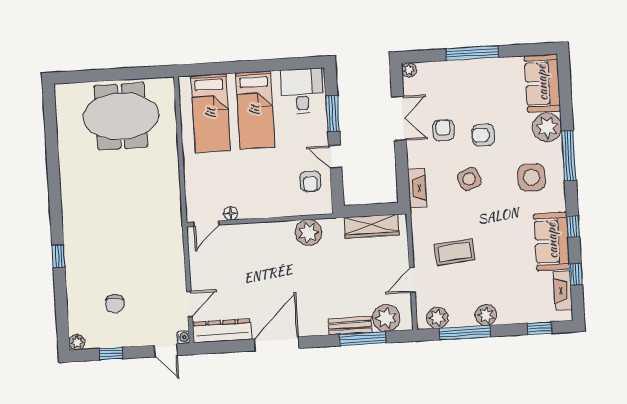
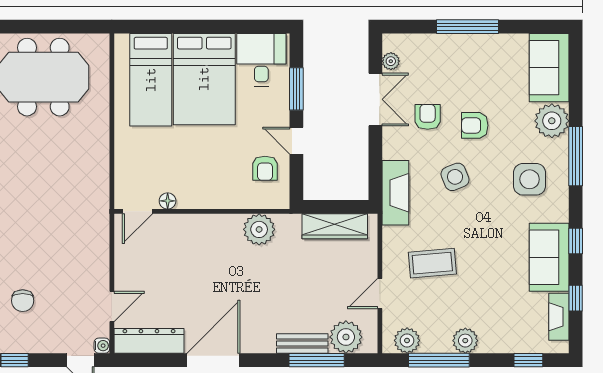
plant: (409, 70) -> (391, 61), moved
bed: (255, 110) -> (204, 79), width x1.50
fireplace: (417, 188) -> (395, 193), width x1.37, depth x1.32

